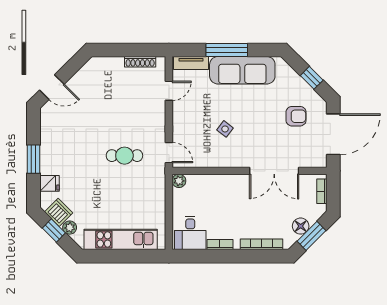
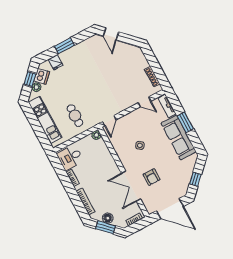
window: (227, 50) -> (185, 122), width x0.69
armchair: (296, 116) -> (152, 177), moved
cafe table: (124, 156) -> (75, 116), moved

